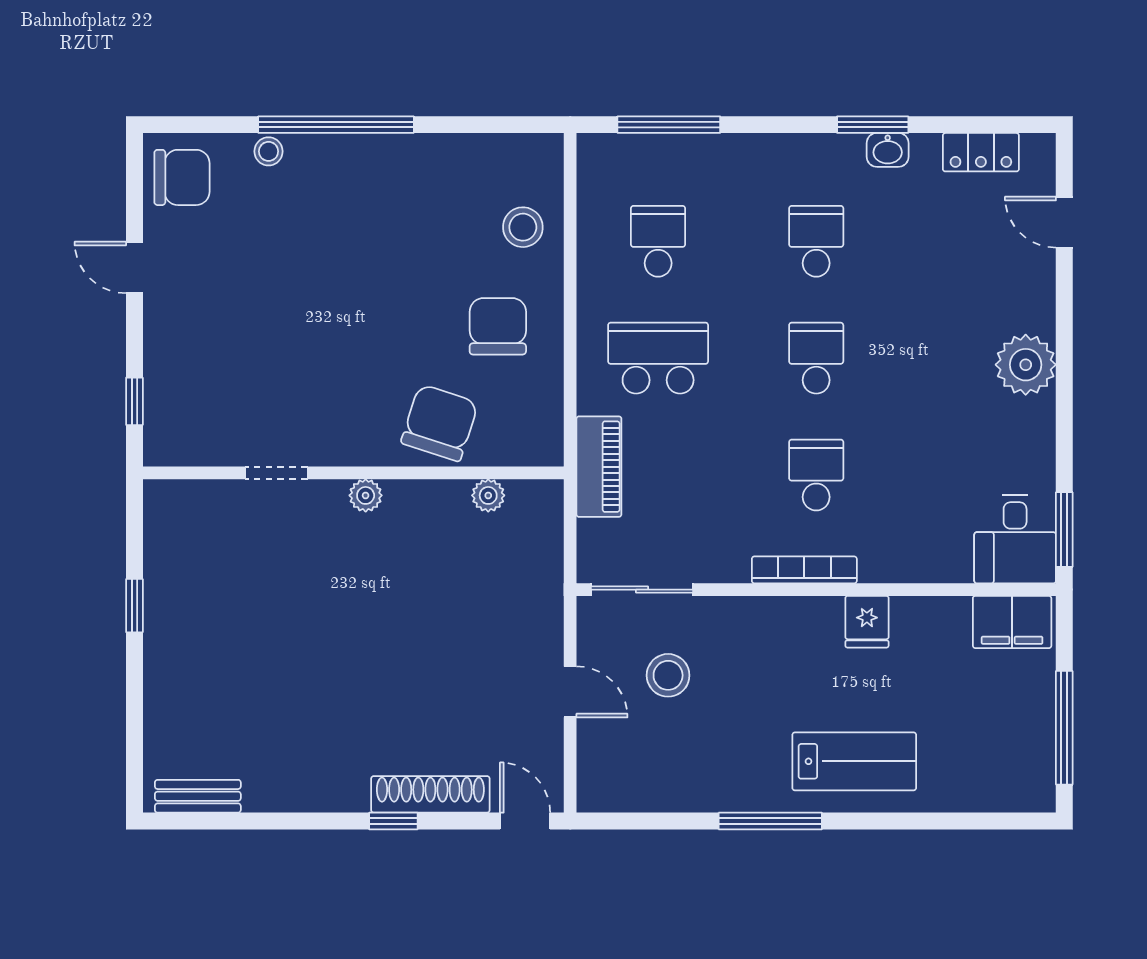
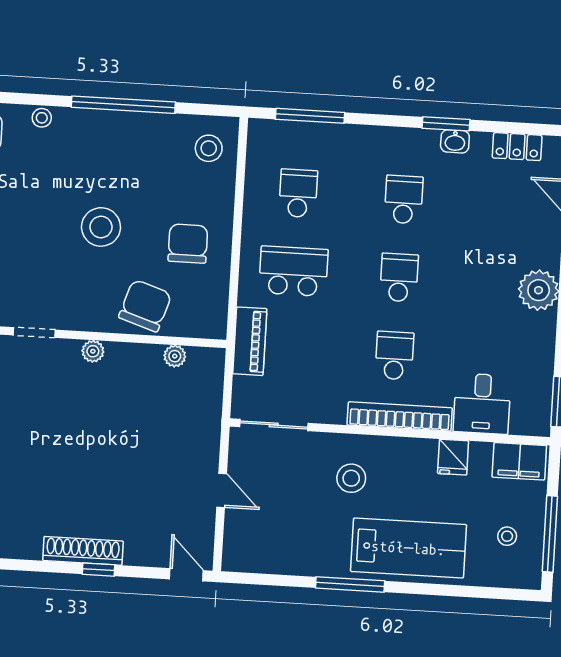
window: (336, 125) -> (123, 105), moved
stool: (523, 227) -> (209, 148), moved
stool: (367, 309) -> (101, 227), added
desk: (1015, 539) -> (482, 404), moved
bookcase: (804, 570) -> (400, 416), width x1.48, depth x1.31
fridge: (867, 622) -> (453, 457), moved
stool: (668, 675) -> (351, 478), moved
stool: (1001, 735) -> (507, 536), added
lab bench: (854, 761) -> (408, 548), width x1.36, depth x1.39
shoe rack: (430, 794) -> (83, 551), moved

